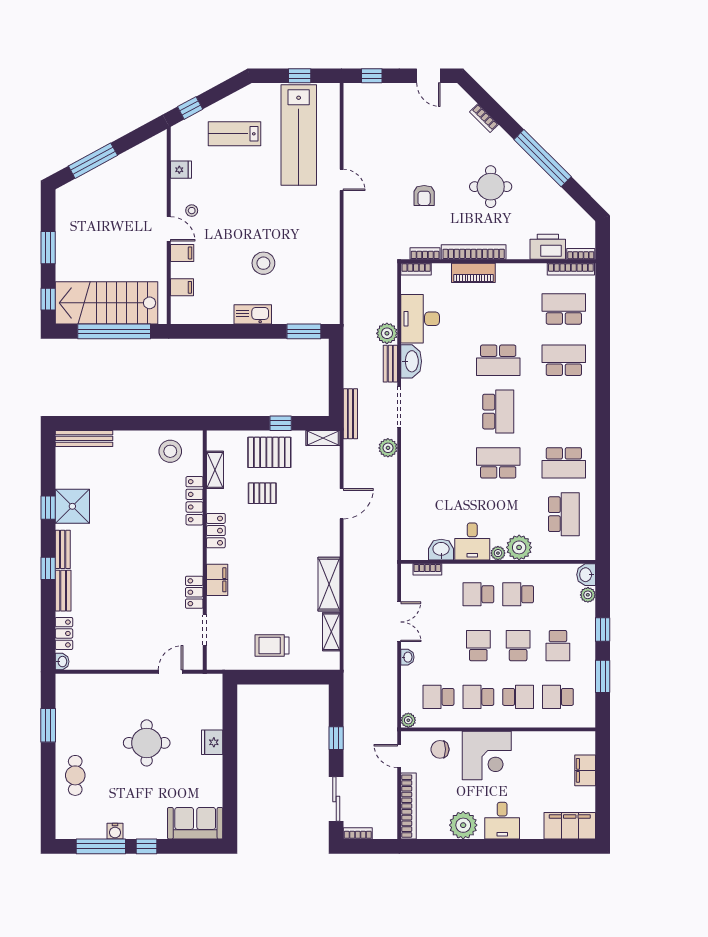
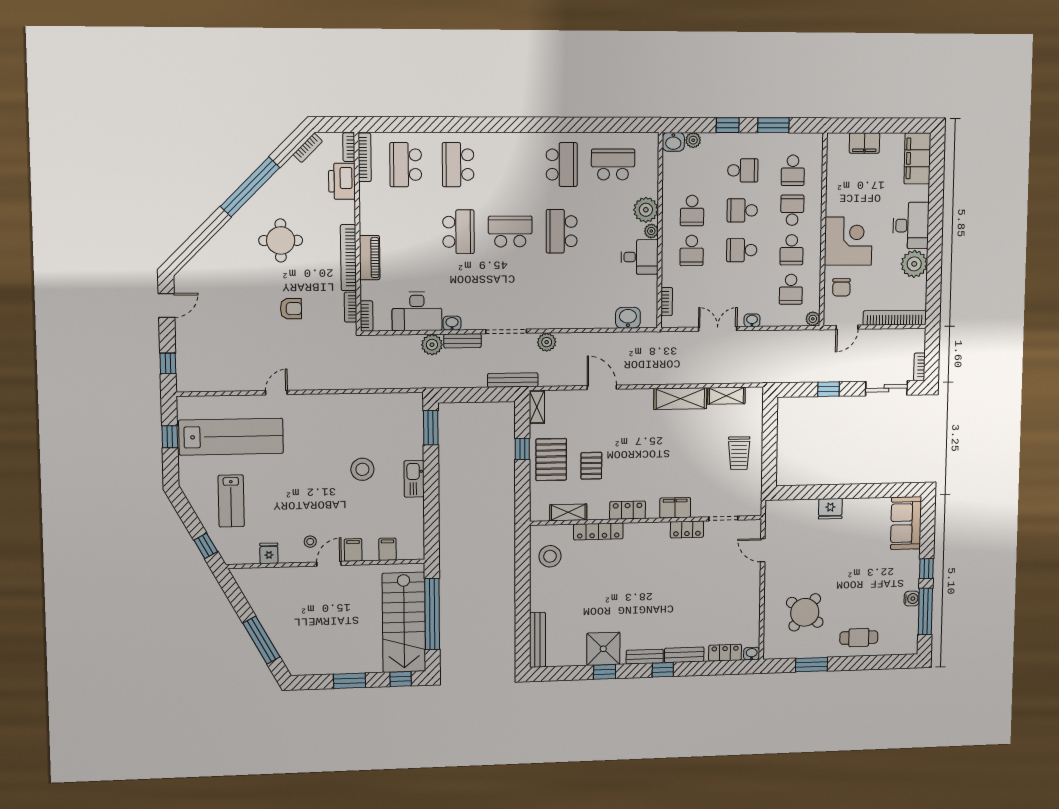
bookcase: (484, 118) -> (308, 148), moved
washbasin: (411, 361) -> (452, 323), width x0.52, depth x0.69
washbasin: (441, 550) -> (628, 318), moved, turned 90
round table: (147, 743) -> (805, 612), moved, turned 38
desk: (502, 821) -> (911, 226), width x1.37

